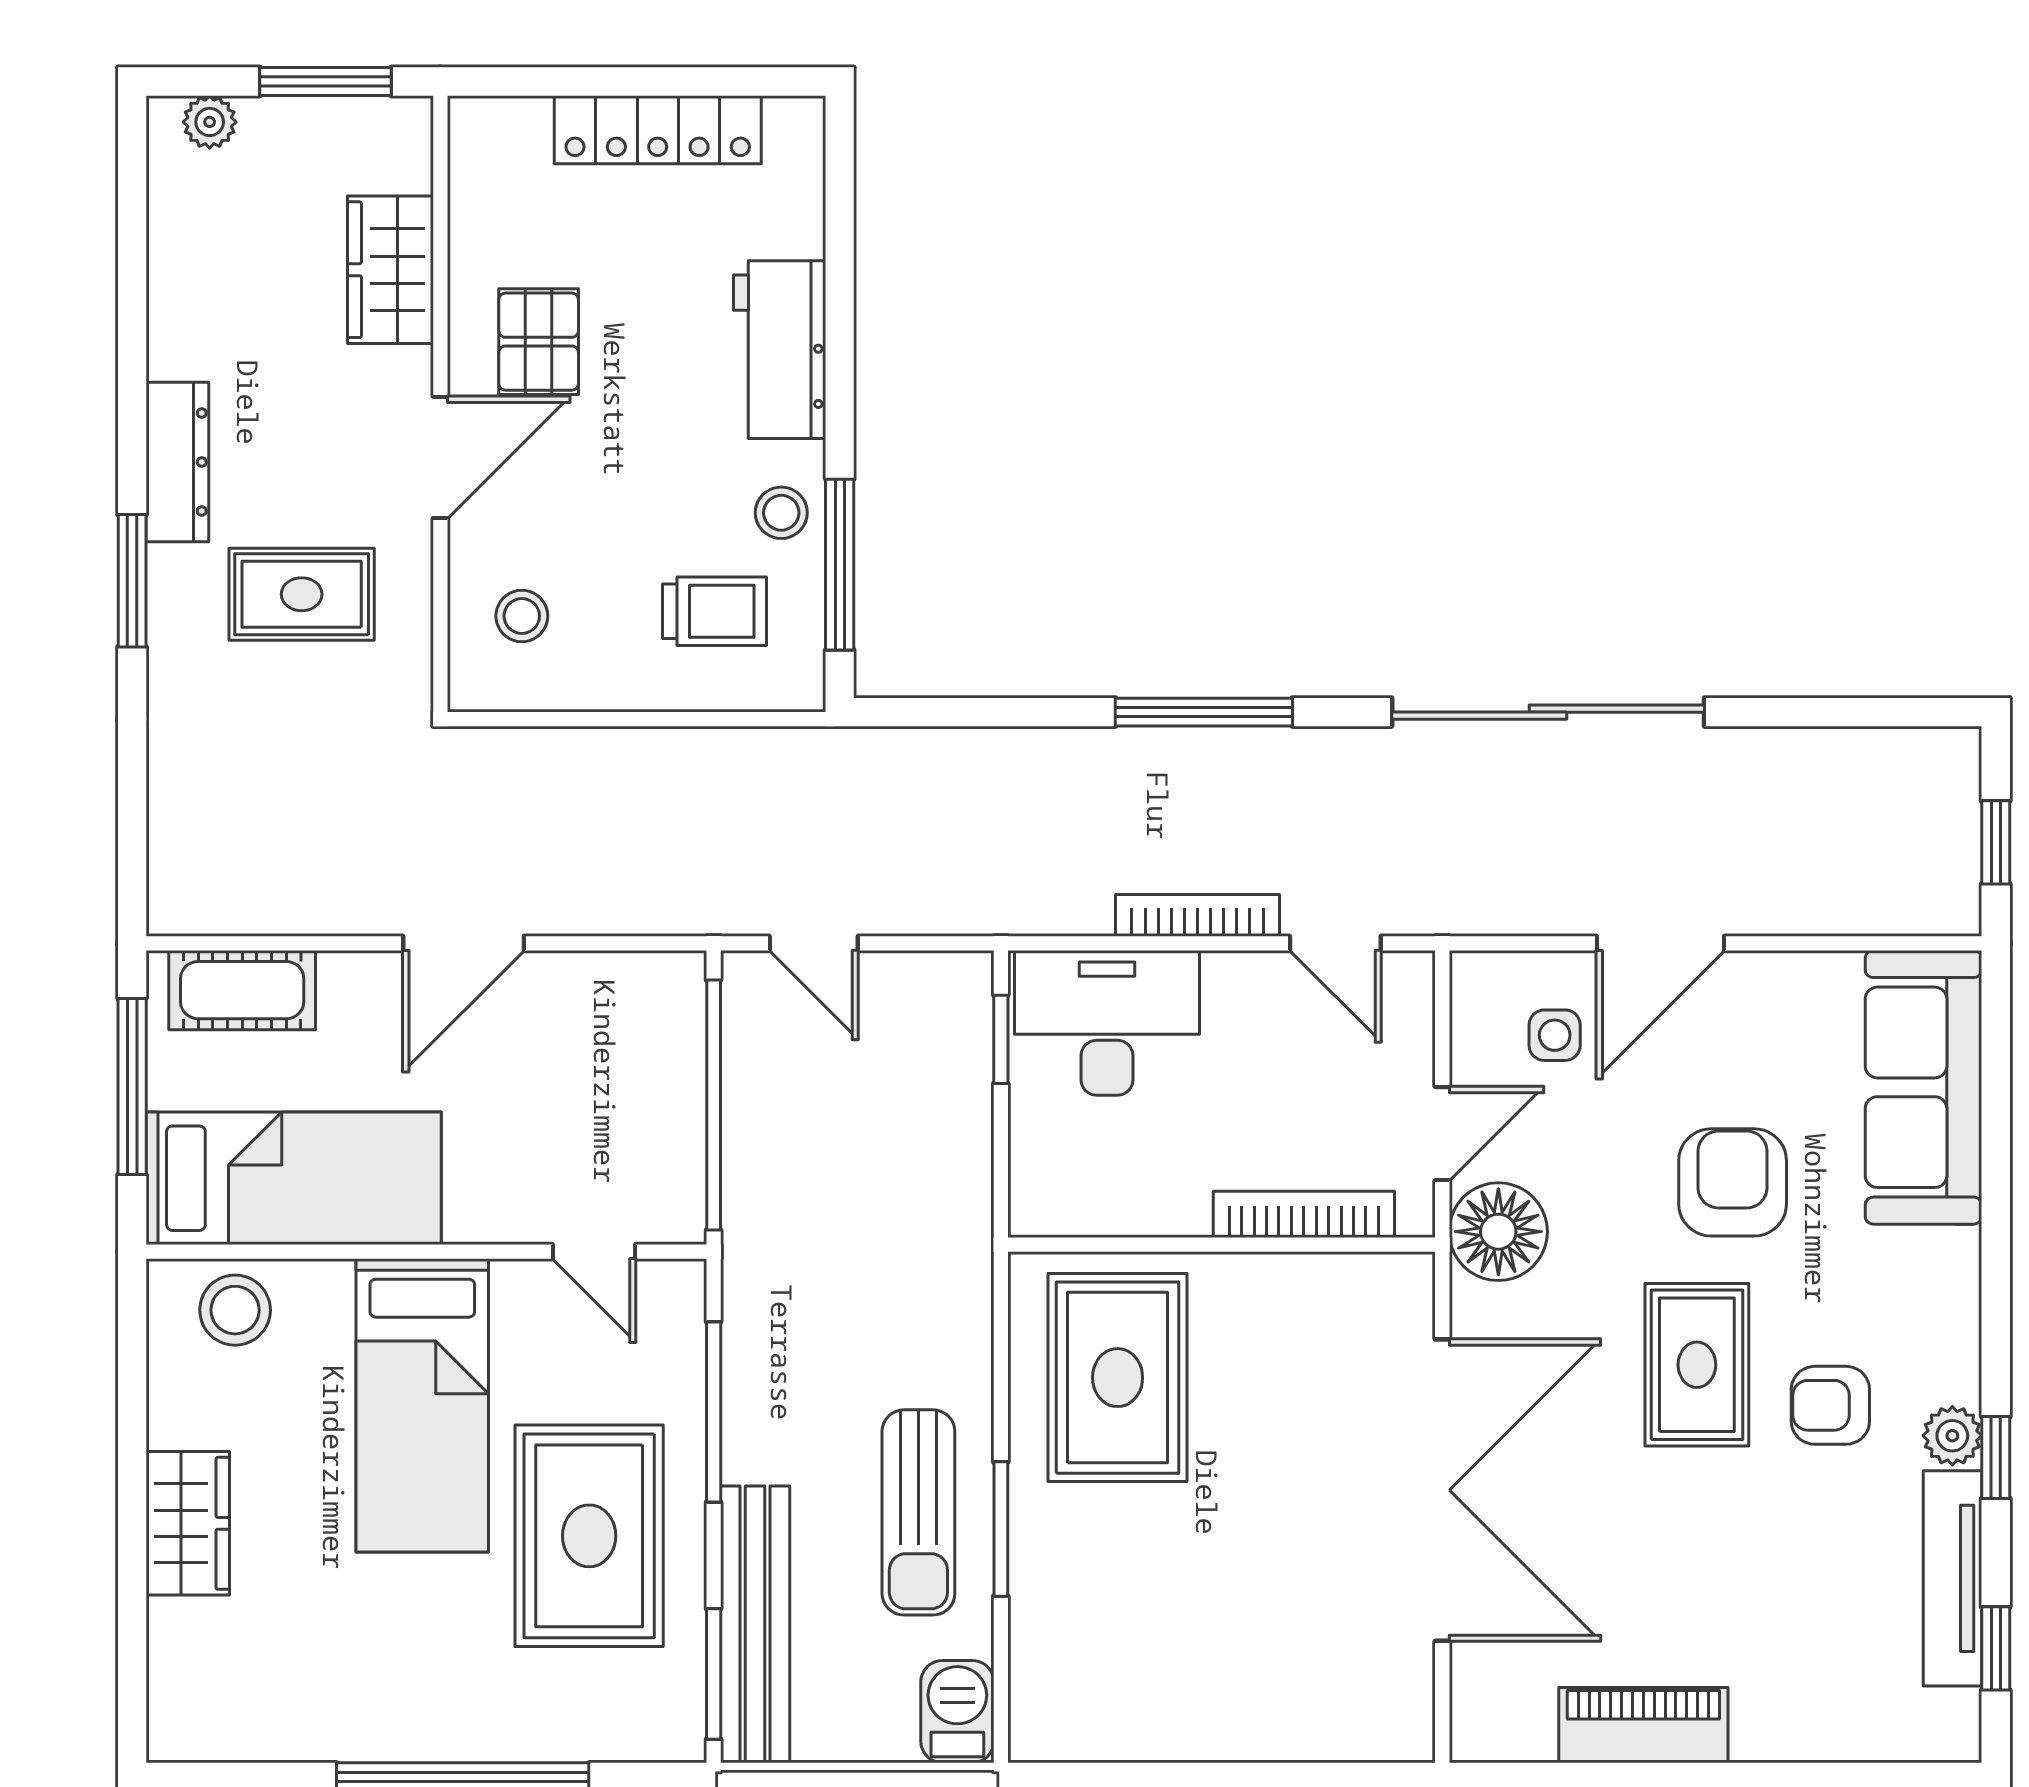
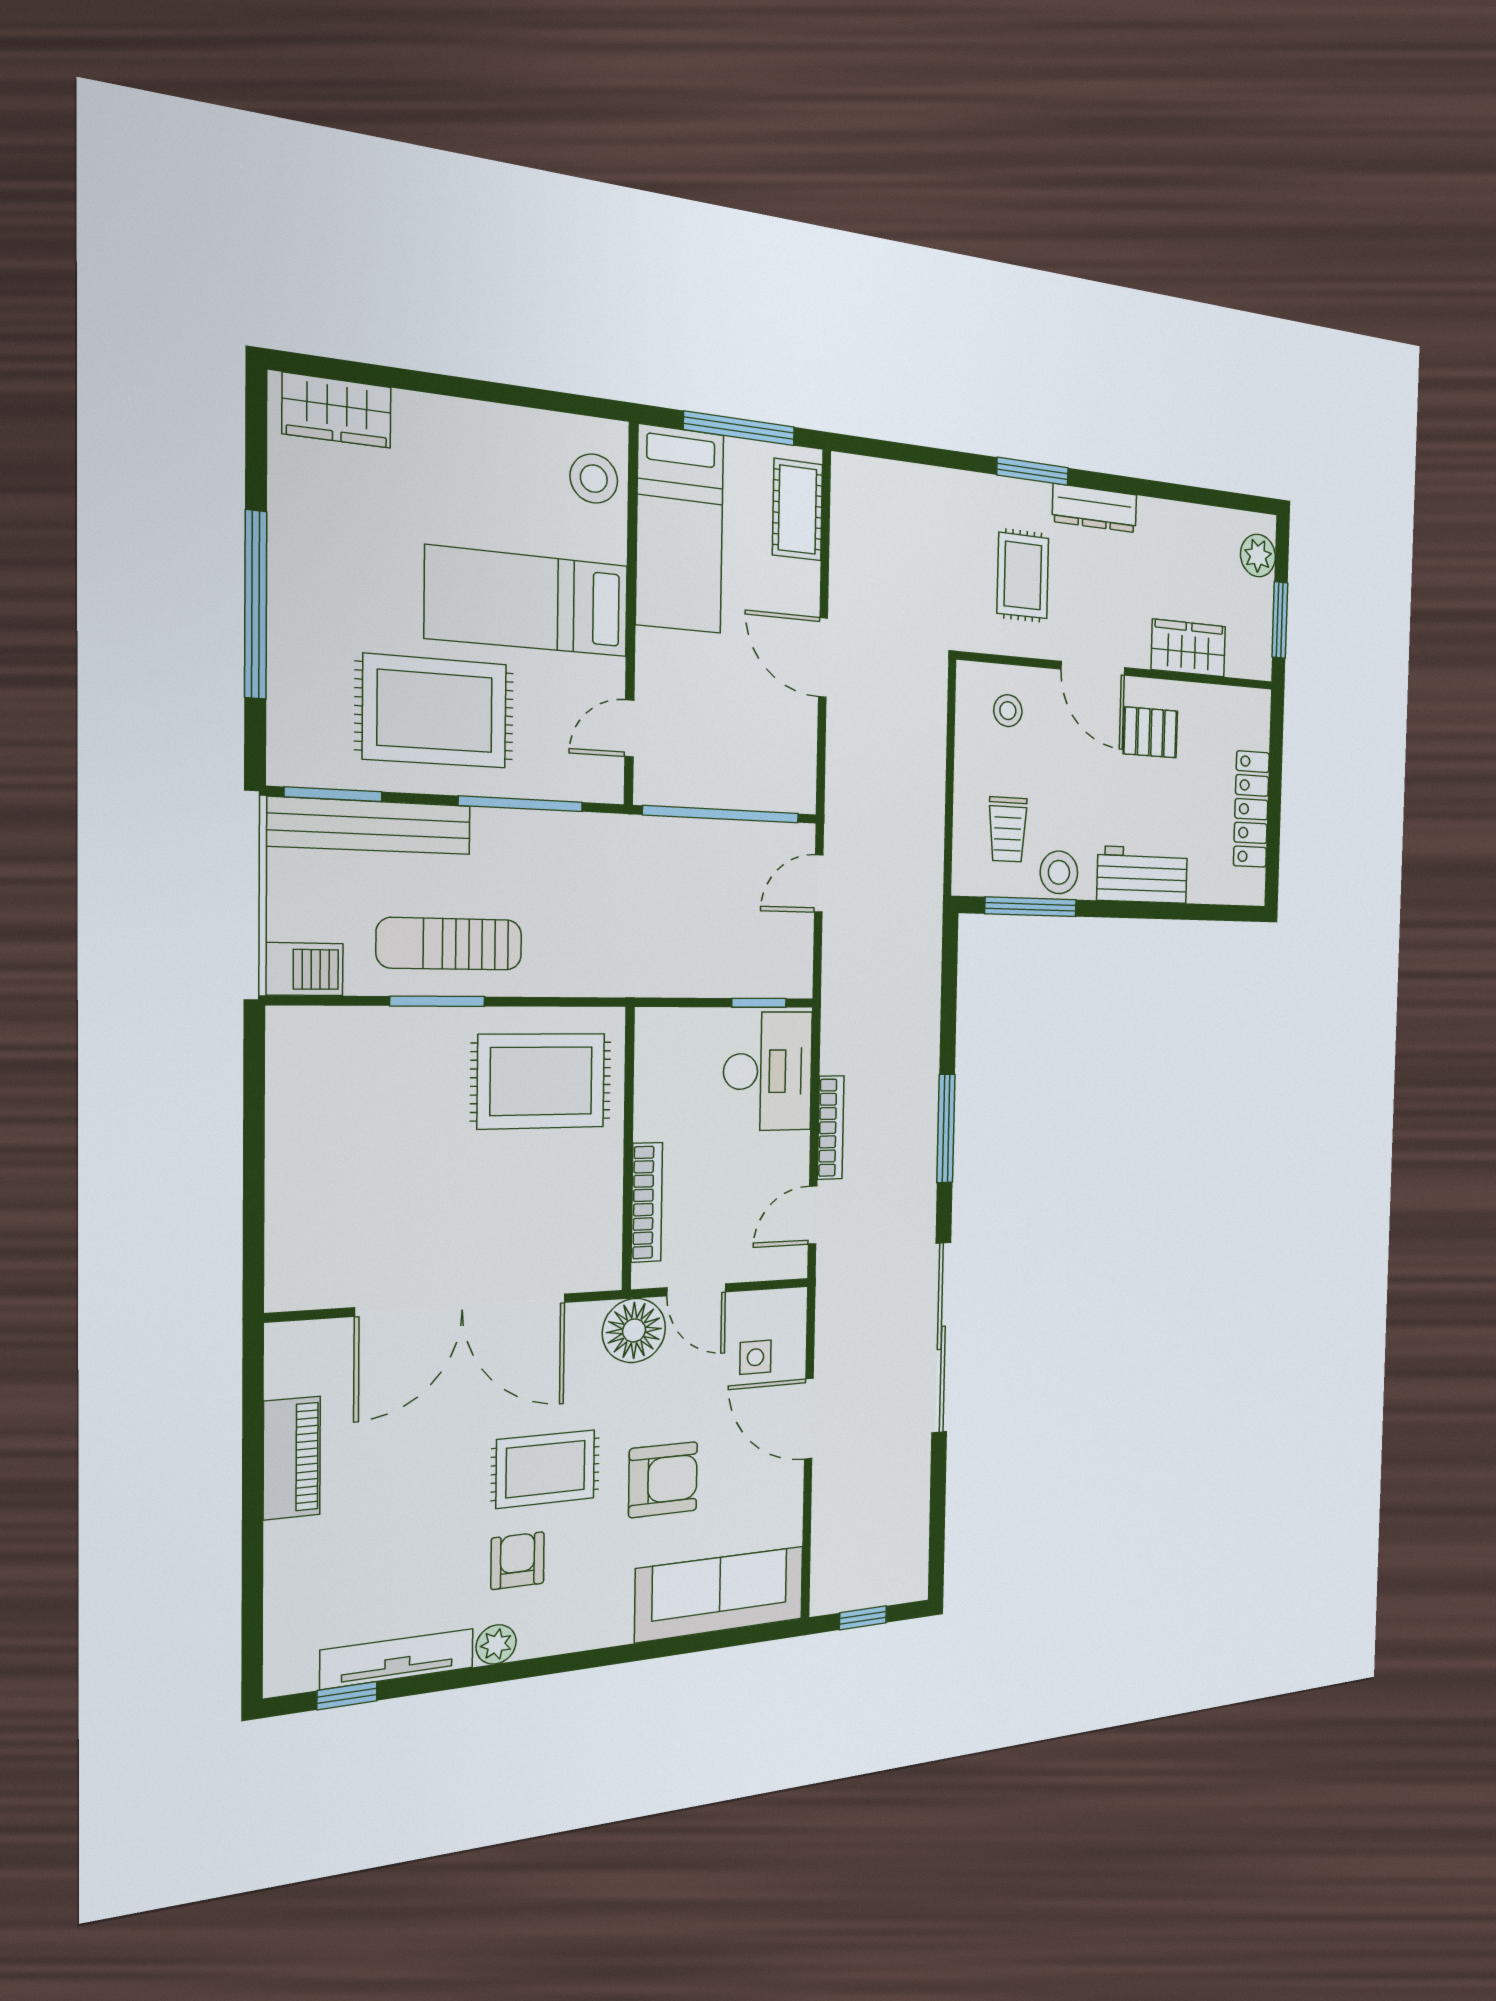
plant: (210, 122) -> (1258, 556), width x1.38, depth x1.38
stool: (781, 513) -> (1059, 872), width x1.37, depth x1.37
window: (1996, 1457) -> (481, 1675), removed
wardrobe: (188, 1523) -> (337, 410), moved

